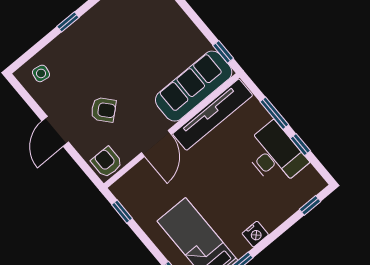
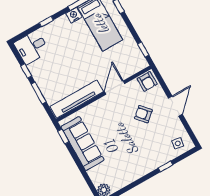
window: (68, 22) -> (165, 166), moved
sofa: (194, 86) -> (83, 143), moved, turned -90
desk: (275, 155) -> (32, 47), moved, width x0.73
window: (310, 205) -> (46, 21), moved
nightstand: (255, 234) -> (74, 15), moved

